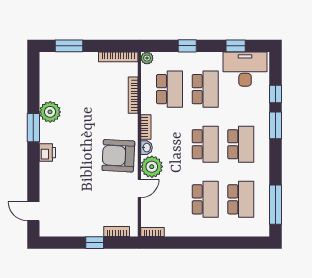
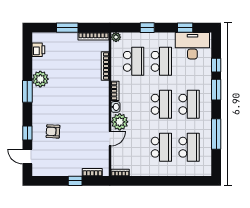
window: (69, 46) -> (67, 28), moved
printer: (47, 153) -> (38, 50), moved
armchair: (118, 156) -> (53, 131), moved, width x0.53, depth x0.53
window: (33, 181) -> (27, 133), added
window: (276, 205) -> (216, 134), moved

